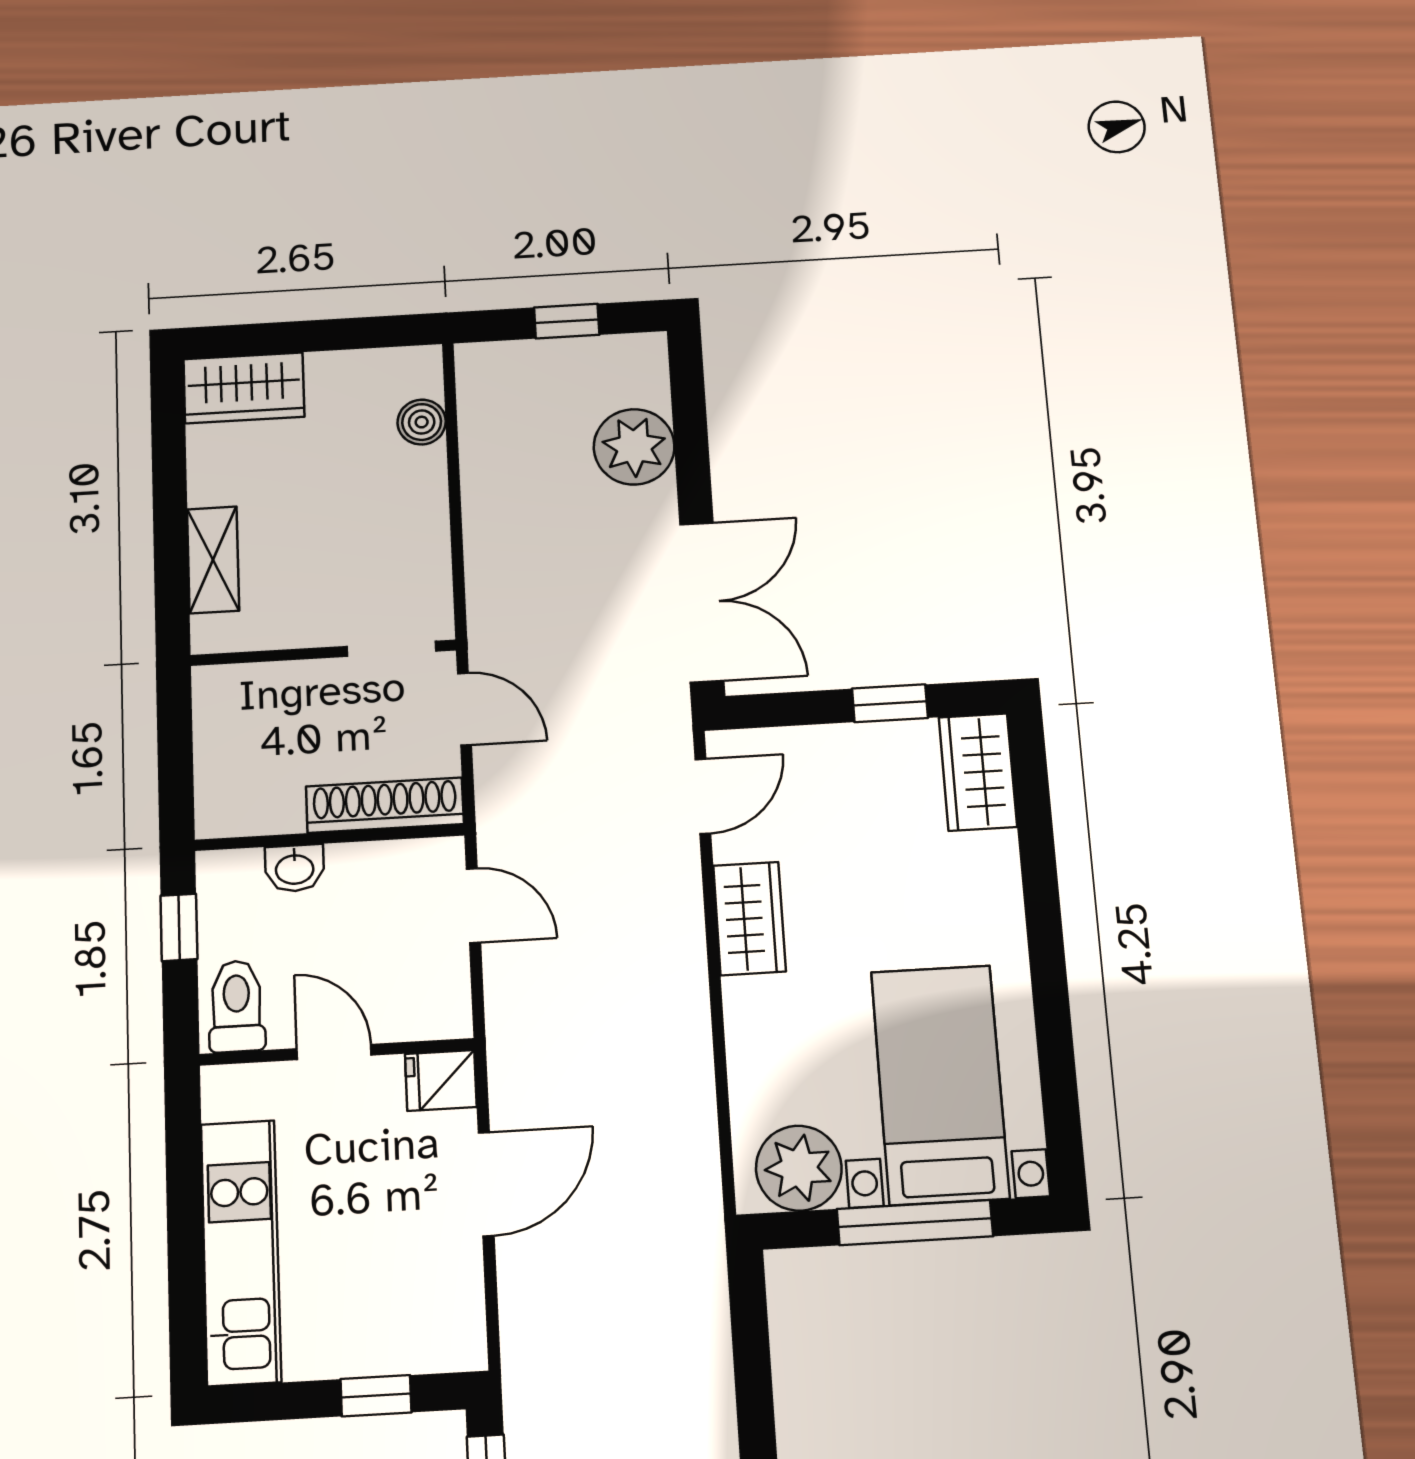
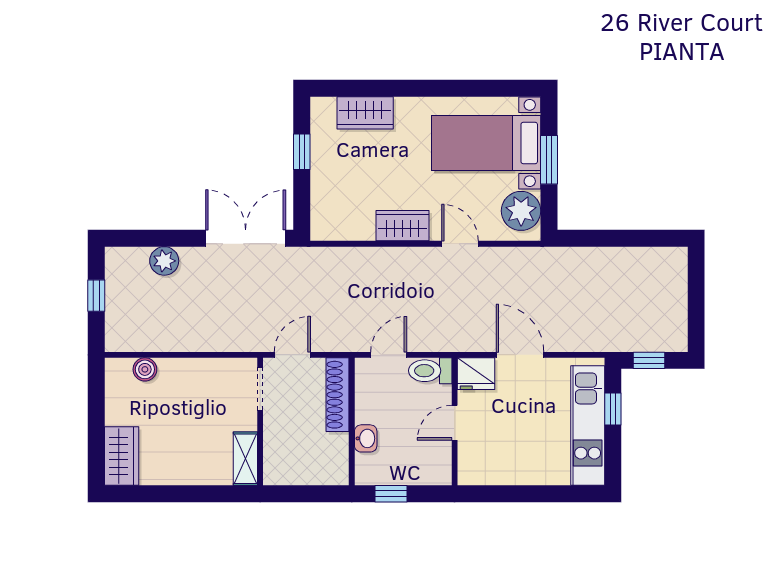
plant: (634, 447) -> (164, 261), width x0.73, depth x0.73
shelving: (213, 560) -> (245, 459), moved, turned 90
wardrobe: (978, 772) -> (365, 113), moved
door: (703, 796) -> (460, 244), moved
toilet: (237, 1006) -> (430, 371), moved
fridge: (441, 1080) -> (476, 374), width x1.38
window: (915, 1223) -> (549, 160), width x0.69
kitchen unit: (241, 1252) -> (588, 426), moved, turned -90

